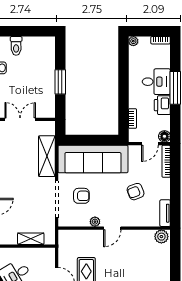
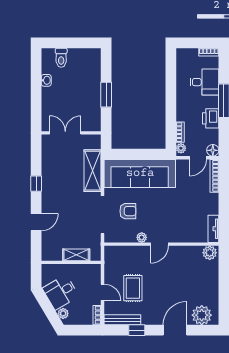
plant: (133, 41) -> (181, 148), moved
desk: (156, 82) -> (204, 82), moved
armchair: (136, 192) -> (183, 207), removed

